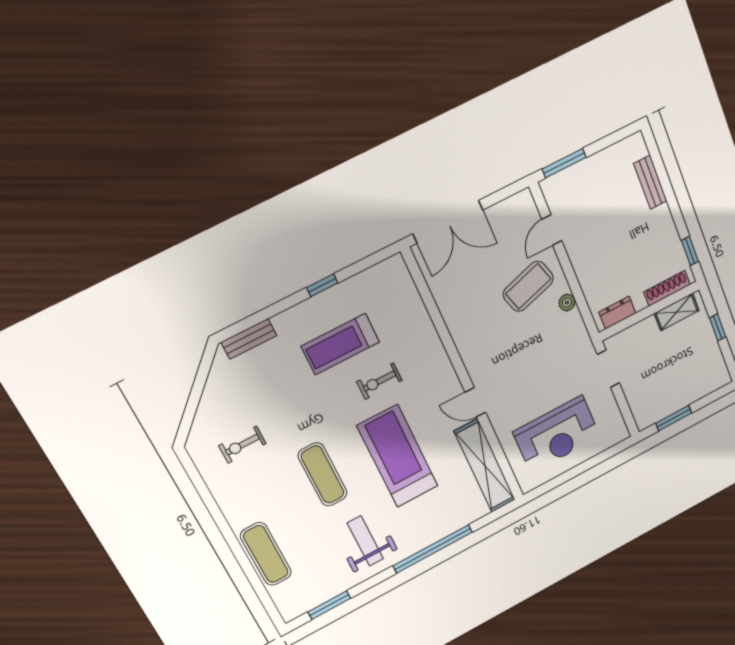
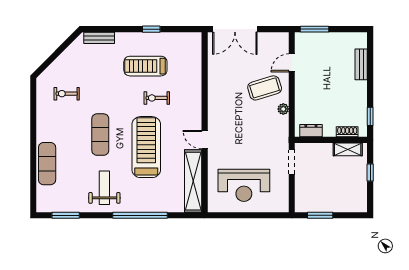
shoe rack: (667, 288) -> (347, 132), width x0.70

